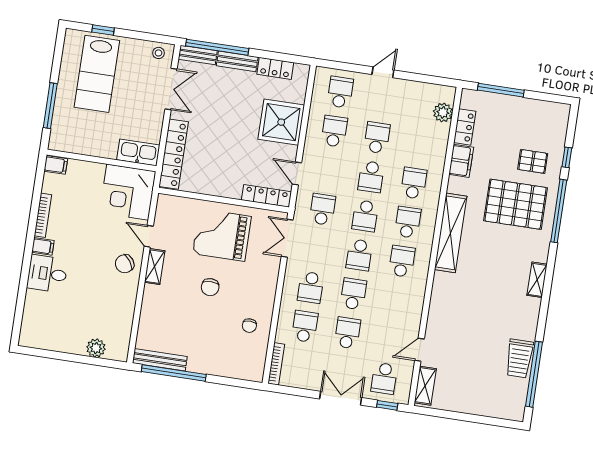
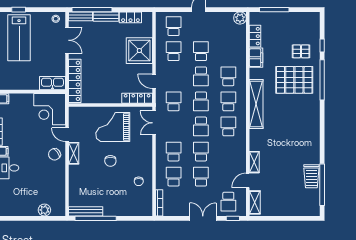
plant: (443, 112) -> (240, 18), moved
shelving: (537, 280) -> (254, 162), moved
school desk: (311, 287) -> (174, 152), turned 180

